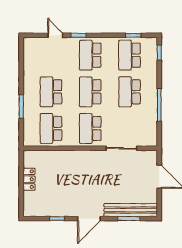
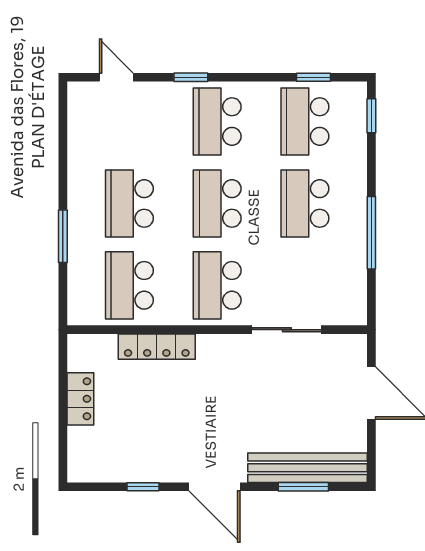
door: (55, 35) -> (116, 77), moved
locker: (63, 156) -> (157, 347), added
door: (89, 219) -> (214, 487), hinge flipped

